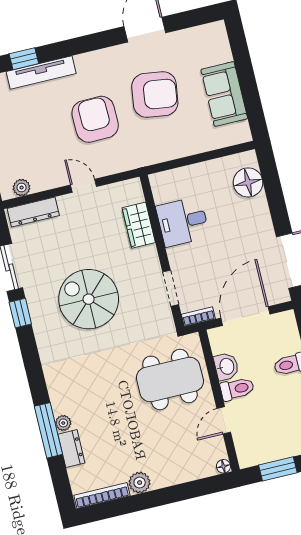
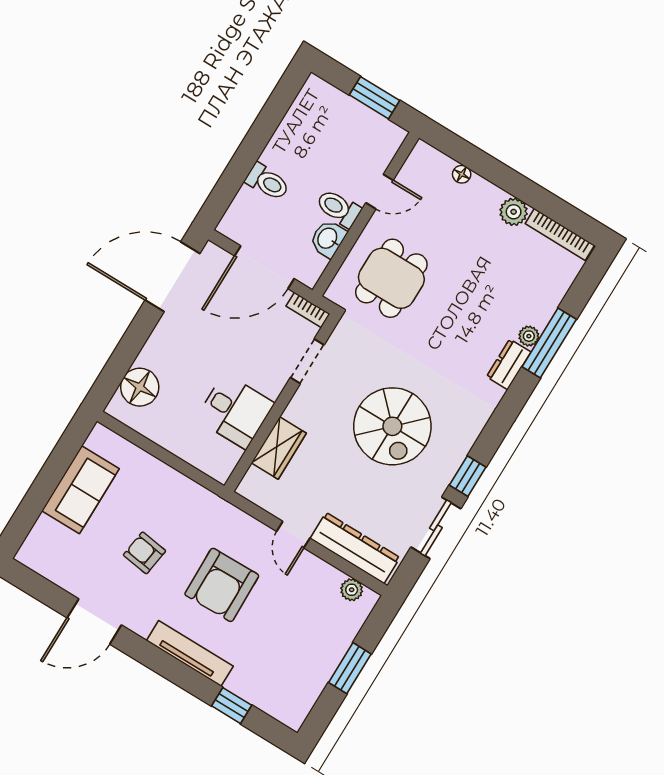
tv unit: (41, 73) -> (190, 653), moved
armchair: (155, 95) -> (145, 553), width x0.53, depth x0.53
dresser: (33, 212) -> (355, 548), width x1.37, depth x1.24
dining table: (170, 379) -> (391, 278), width x0.73
dresser: (71, 449) -> (509, 364), moved
floor lamp: (223, 466) -> (462, 174), moved

